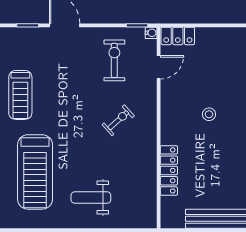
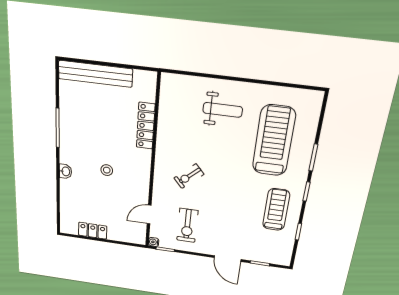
locker: (178, 36) -> (93, 231), moved

